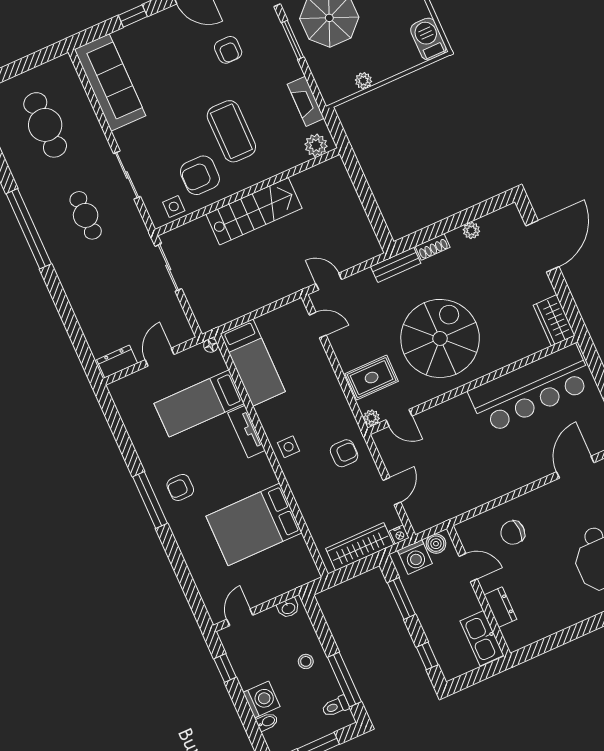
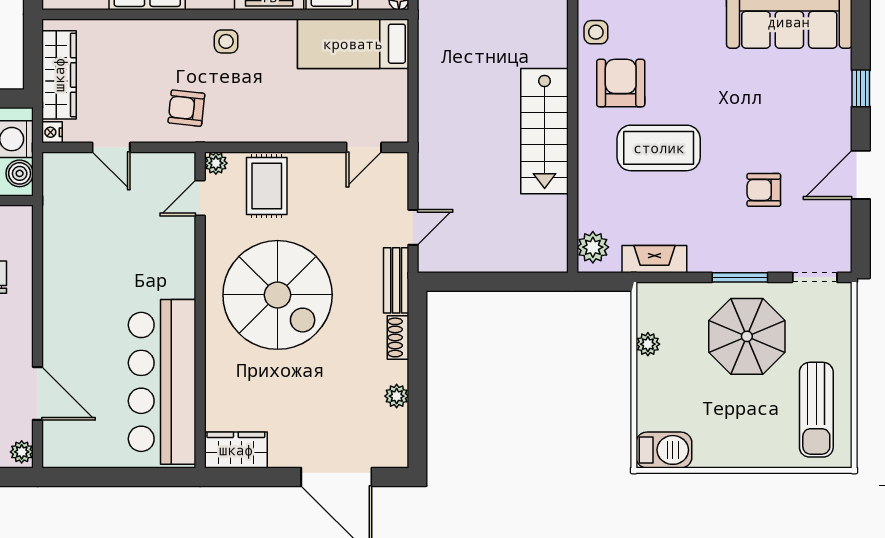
door: (329, 281) -> (413, 227), moved
armchair: (344, 453) -> (186, 108), turned 96

